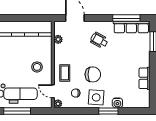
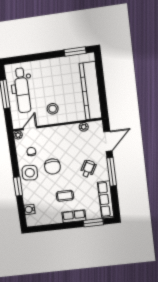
window: (126, 18) -> (112, 172), moved
coffee table: (65, 73) -> (65, 196), moved
row of seats: (145, 78) -> (74, 216), moved
water cooler: (117, 103) -> (29, 209), moved

